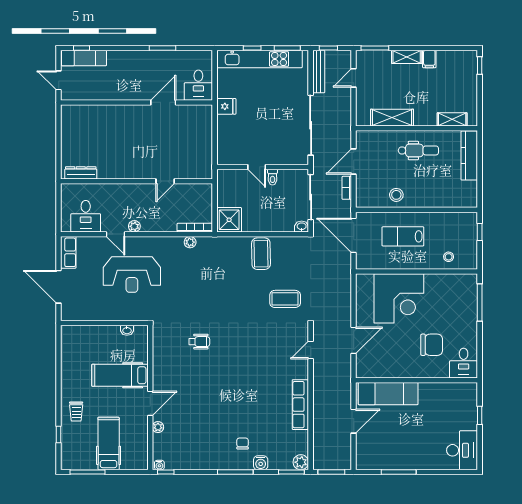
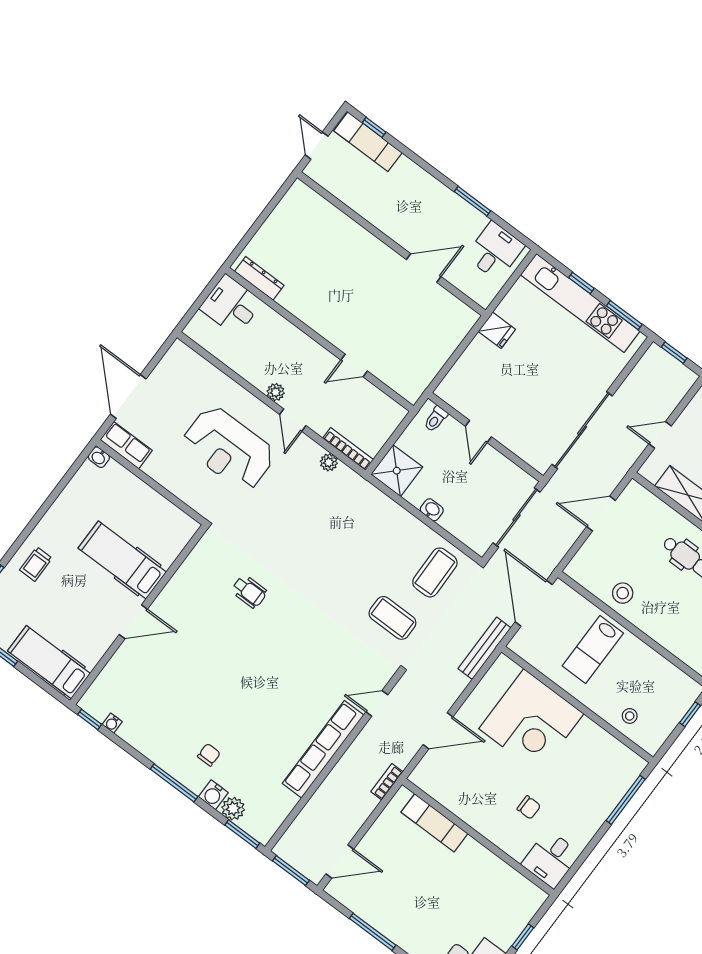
bench: (319, 71) -> (485, 648), moved
door: (354, 78) -> (660, 435), moved
desk: (198, 85) -> (495, 251), moved, turned 180
toilet: (273, 177) -> (436, 419), moved
bookcase: (347, 188) -> (387, 782), moved
desk: (86, 216) -> (231, 305), moved, turned 90
washbasin: (302, 227) -> (432, 510), moved
door: (116, 234) -> (293, 420), moved
lab bench: (403, 236) -> (593, 649), turned -90
row of seats: (68, 252) -> (126, 445), moved, turned -90
coffee table: (261, 254) -> (435, 572), moved
washbasin: (127, 330) -> (99, 457), moved
chair: (432, 345) -> (529, 807), width x0.54, depth x0.54
exam couch: (388, 394) -> (435, 823), width x0.73, depth x0.69
row of seats: (300, 405) -> (323, 749), width x1.36
door: (354, 421) -> (340, 862), moved
plant: (158, 427) -> (121, 658), removed
hospital bed: (109, 444) -> (49, 662), moved, turned -90
plant: (301, 462) -> (233, 809), moved
water cooler: (159, 465) -> (112, 723), moved

